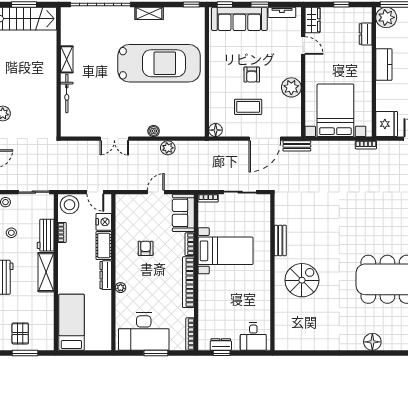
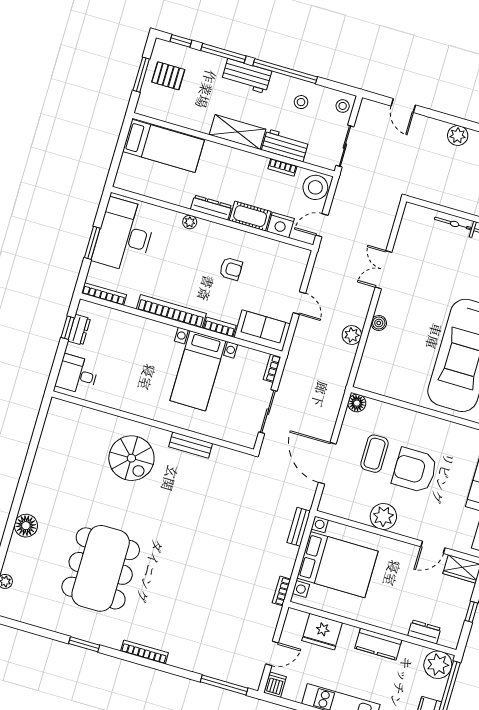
armchair: (252, 75) -> (415, 470), width x1.88, depth x1.88
fridge: (387, 124) -> (322, 632), moved
bench: (297, 146) -> (299, 527), moved

